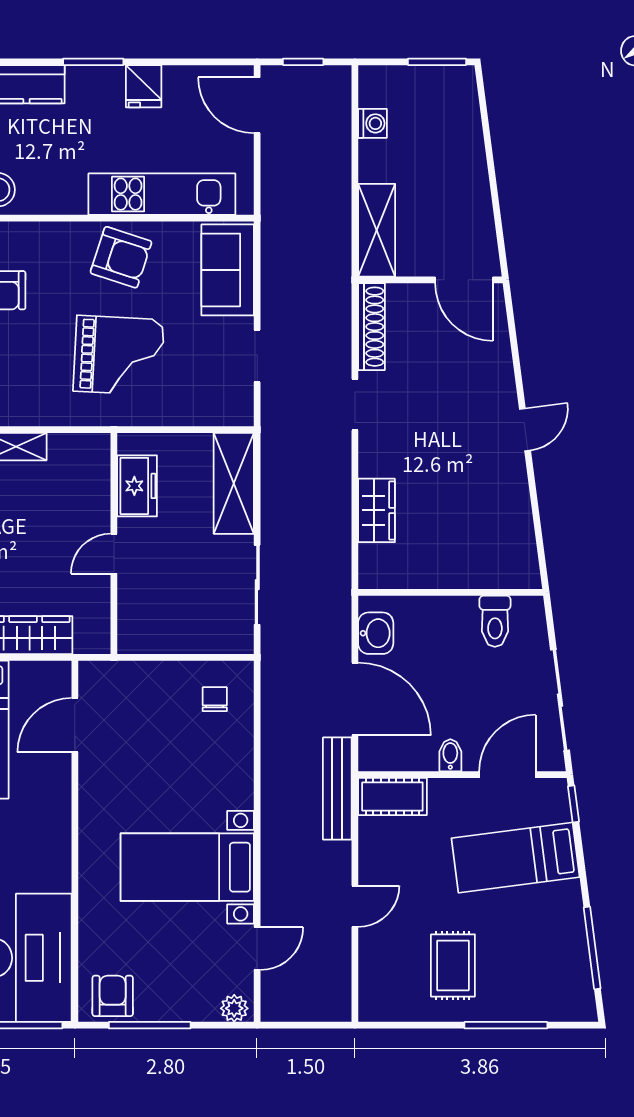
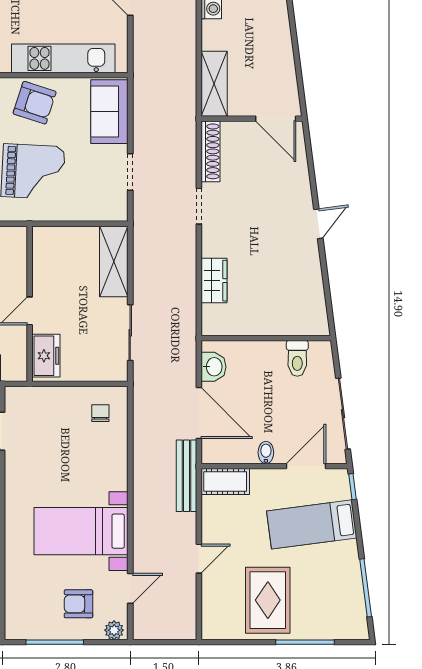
freezer: (137, 486) -> (46, 356), moved
rug: (453, 965) -> (268, 600), width x1.36, depth x1.43
armchair: (113, 996) -> (78, 604), moved, turned -90

